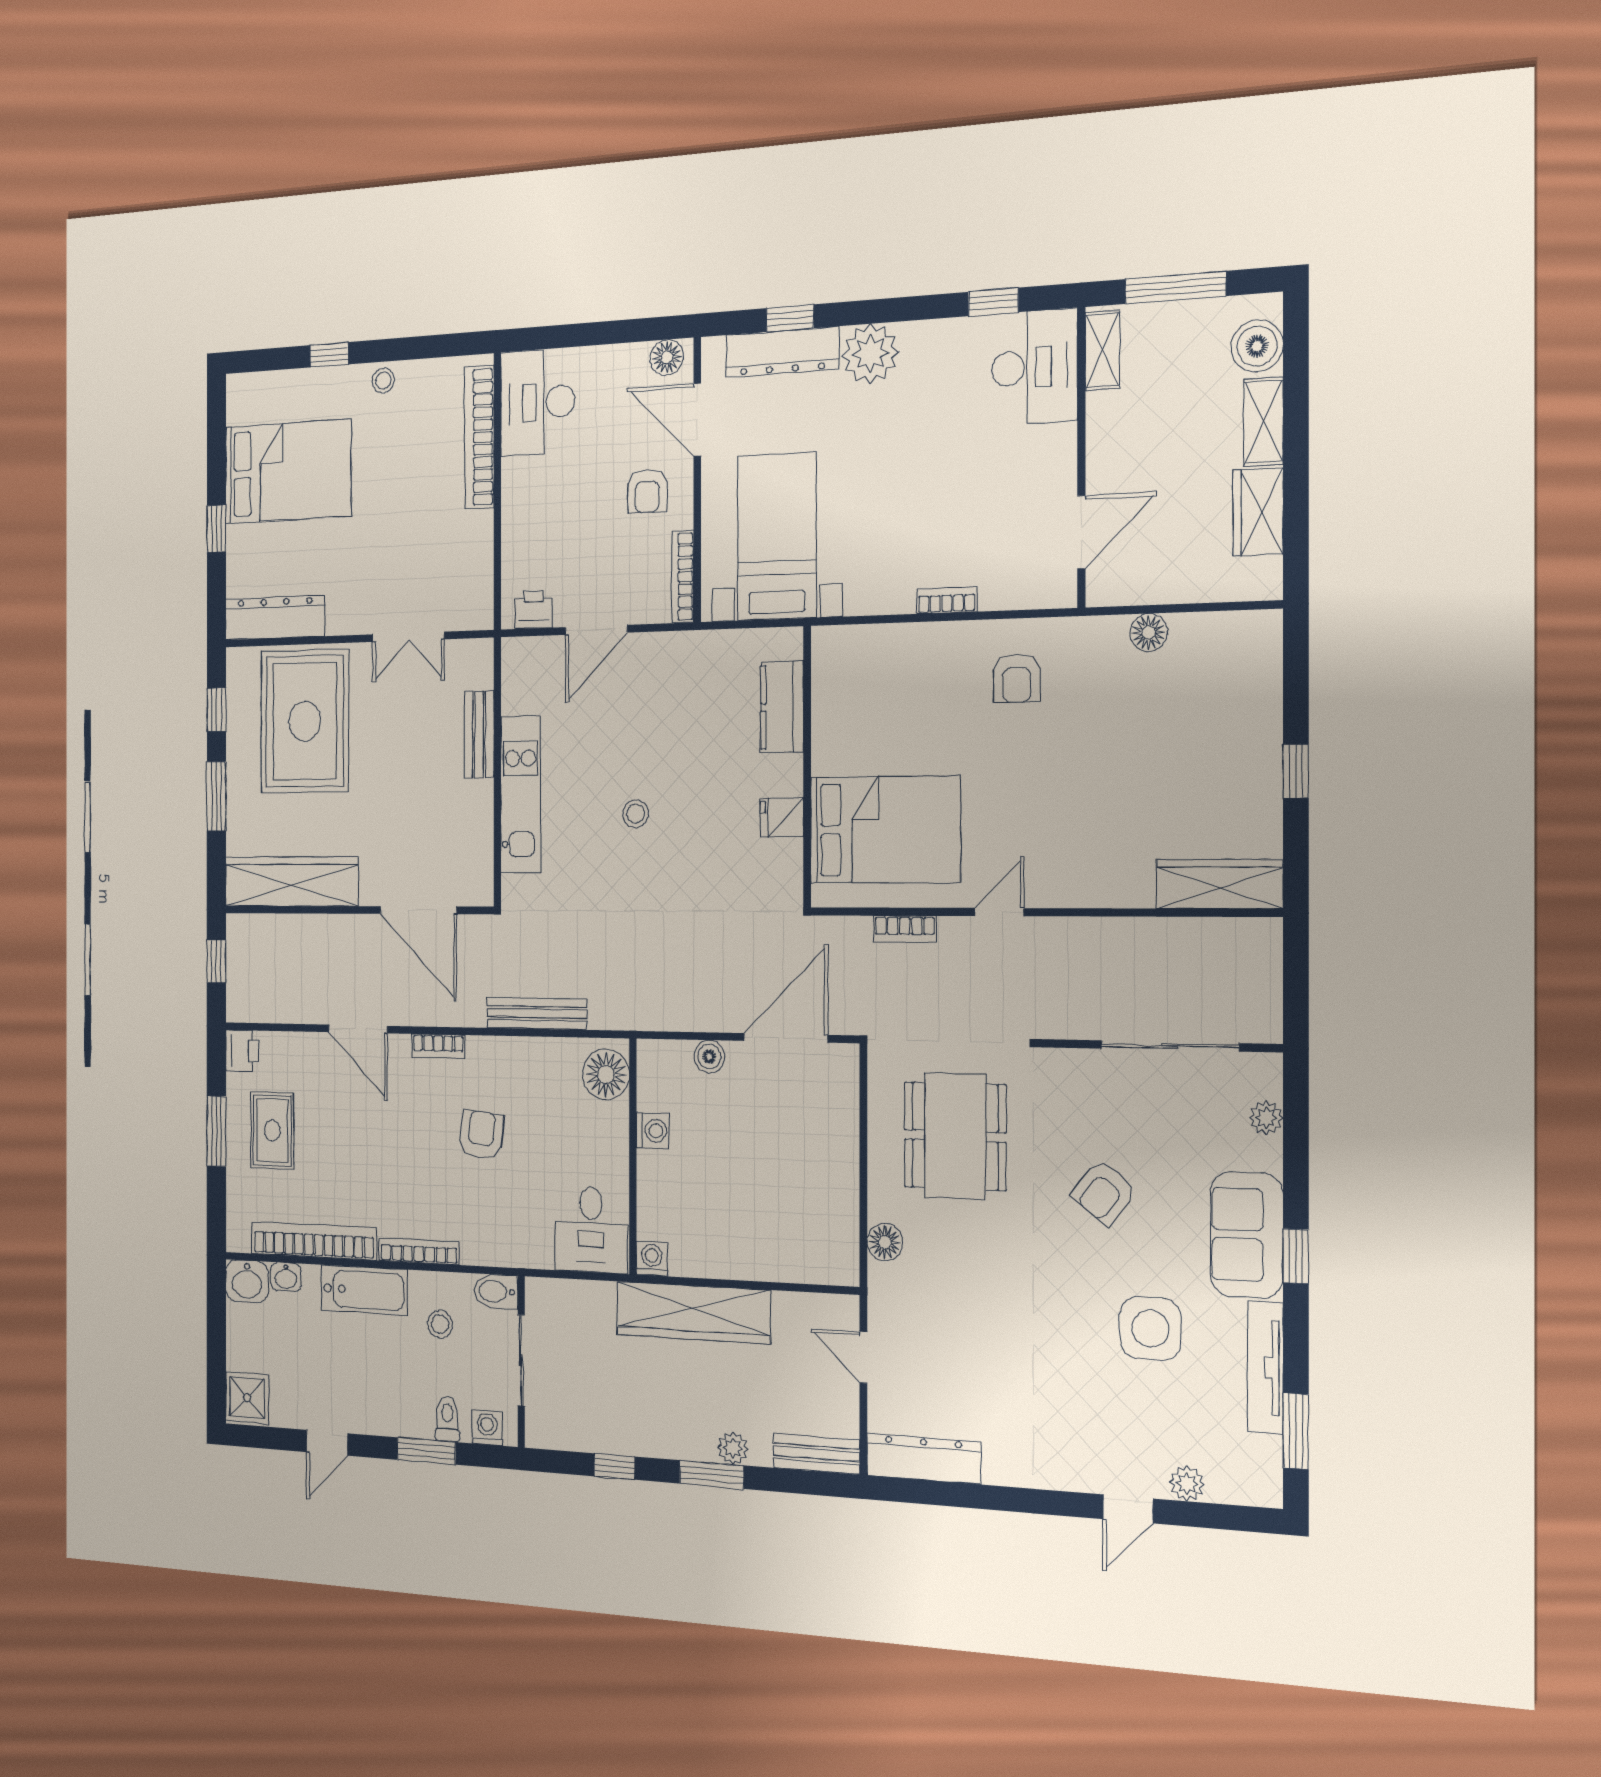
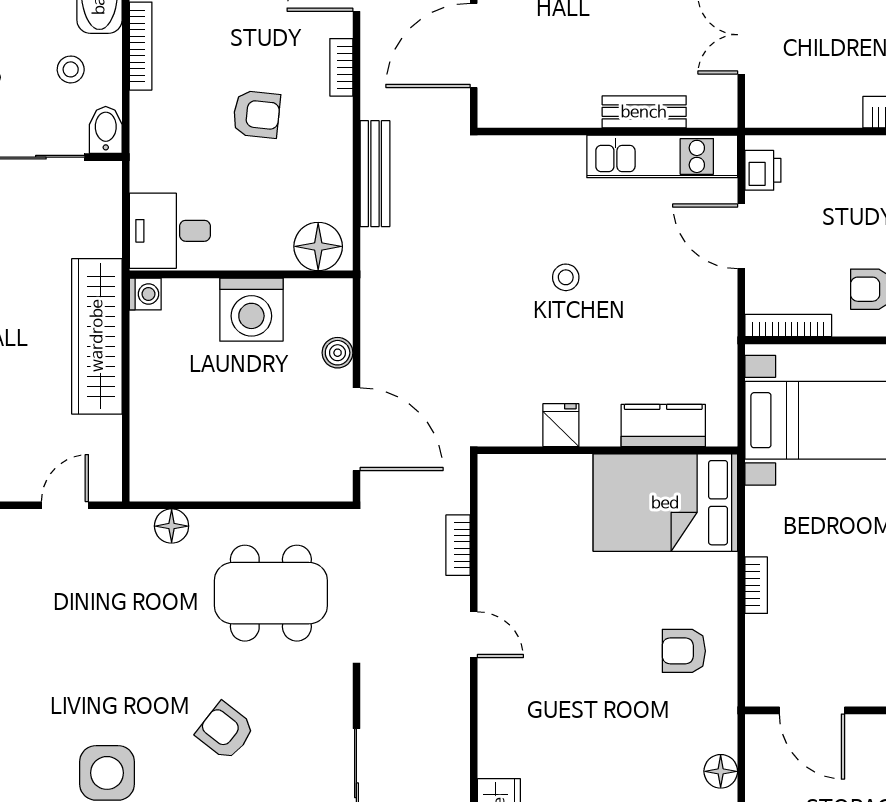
kitchen unit: (521, 794) -> (662, 156), moved
bed: (885, 830) -> (665, 503), moved, turned 90
washing machine: (653, 1131) -> (251, 310), width x1.89, depth x1.89

